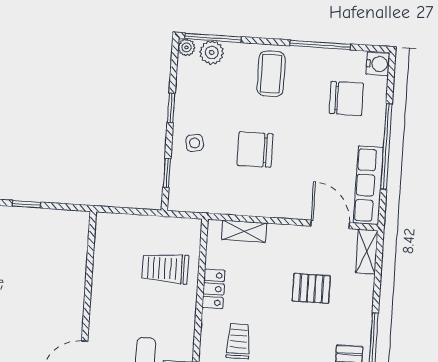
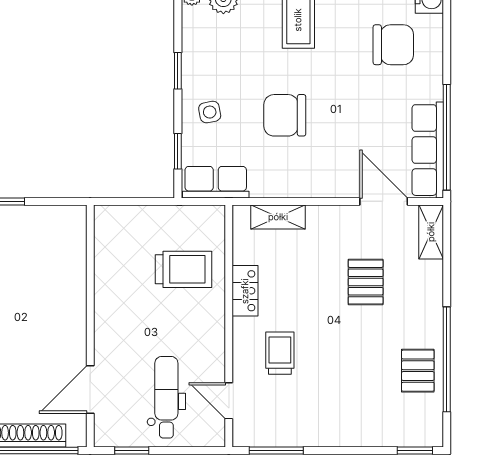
window: (386, 146) -> (447, 137), moved
row of seats: (196, 200) -> (216, 182), added
trolley: (165, 268) -> (183, 269), turned 180
pallet: (311, 288) -> (366, 282), turned 90

